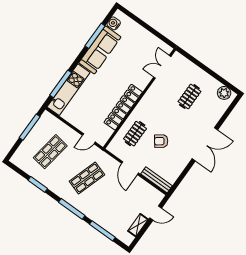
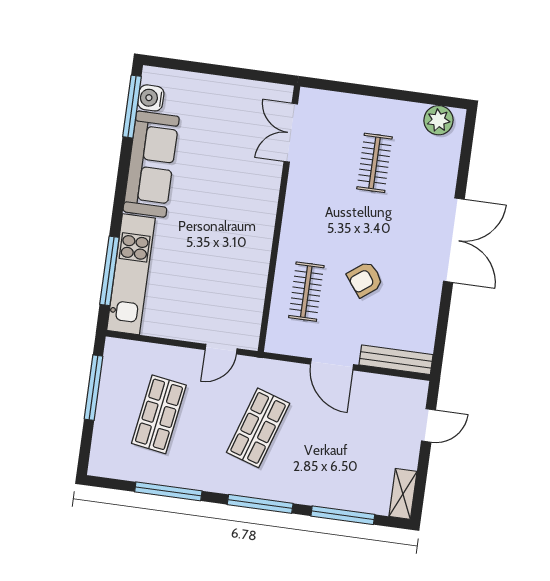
window: (95, 36) -> (132, 107), moved
locker: (123, 107) -> (256, 252), removed
window: (38, 184) -> (168, 491), width x1.44
shelving: (138, 225) -> (403, 494), moved

